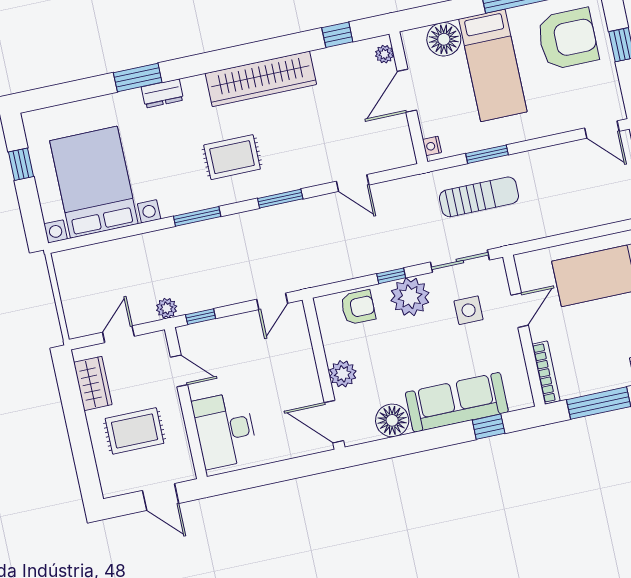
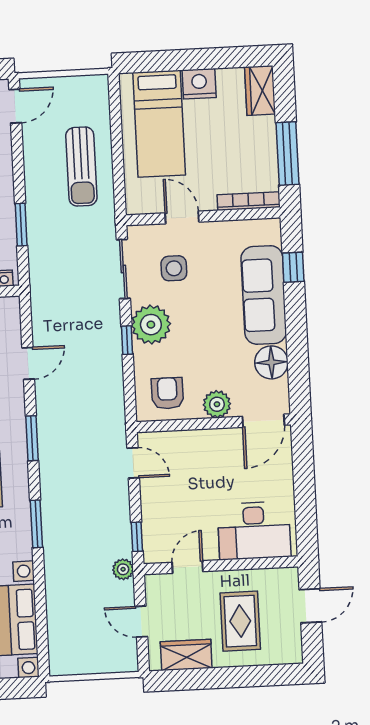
sun lounger: (479, 197) -> (81, 167), moved, turned 180
armchair: (358, 307) -> (167, 393), moved

